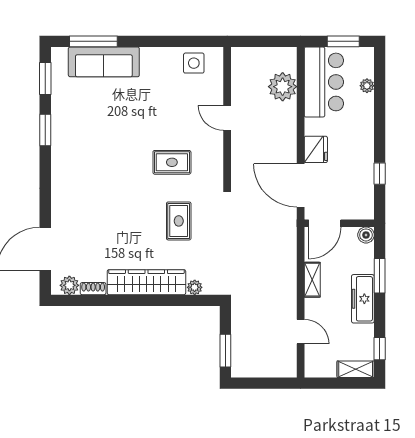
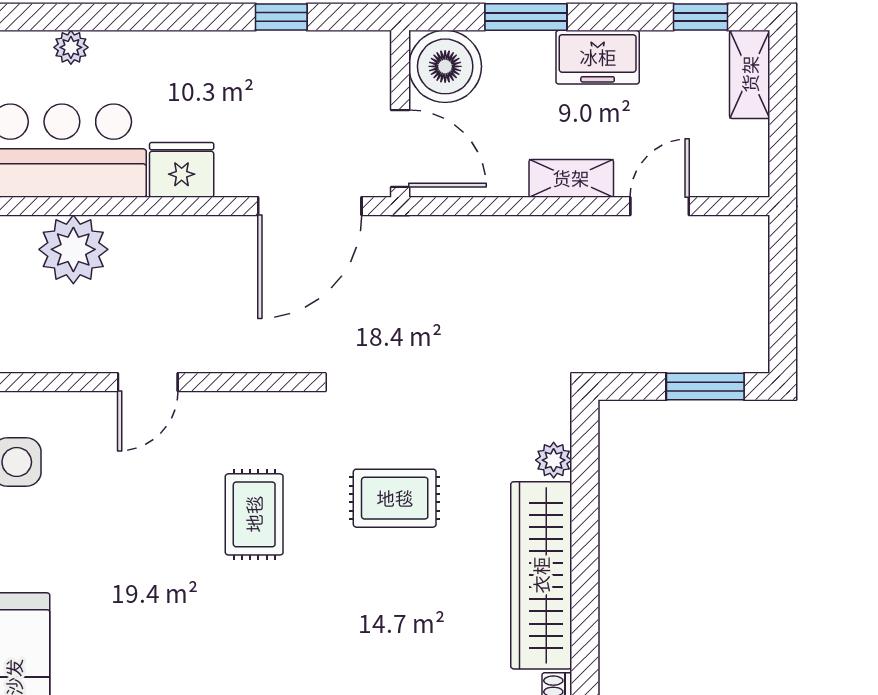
fridge: (316, 149) -> (182, 170), moved
boiler: (366, 235) -> (445, 66), width x1.86, depth x1.86
shelving: (312, 280) -> (571, 178), moved
freezer: (363, 299) -> (598, 57), width x0.71

